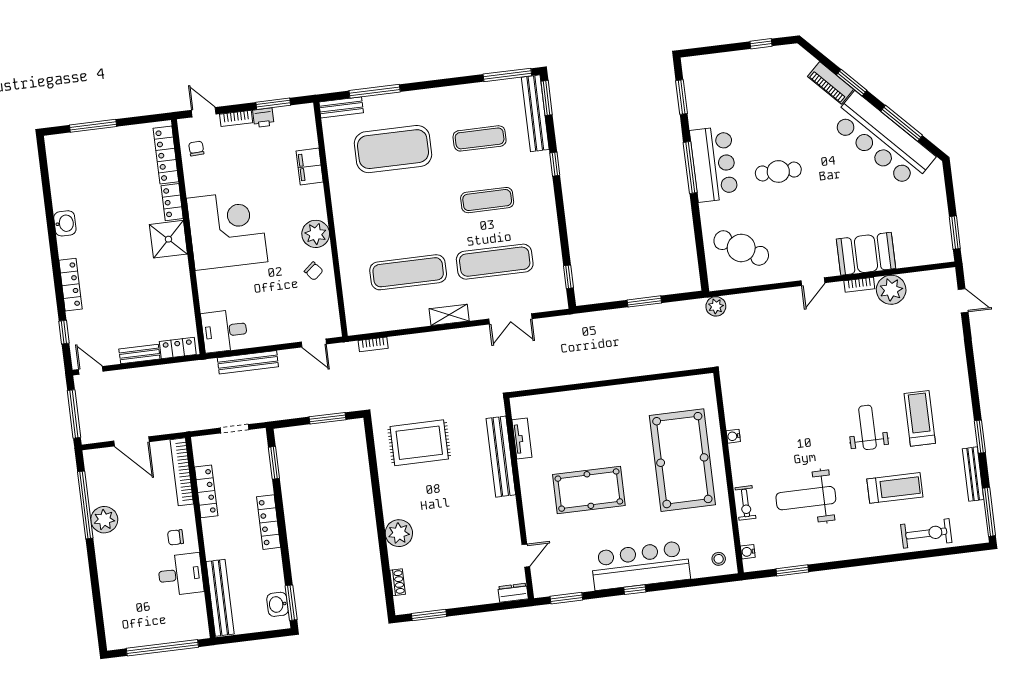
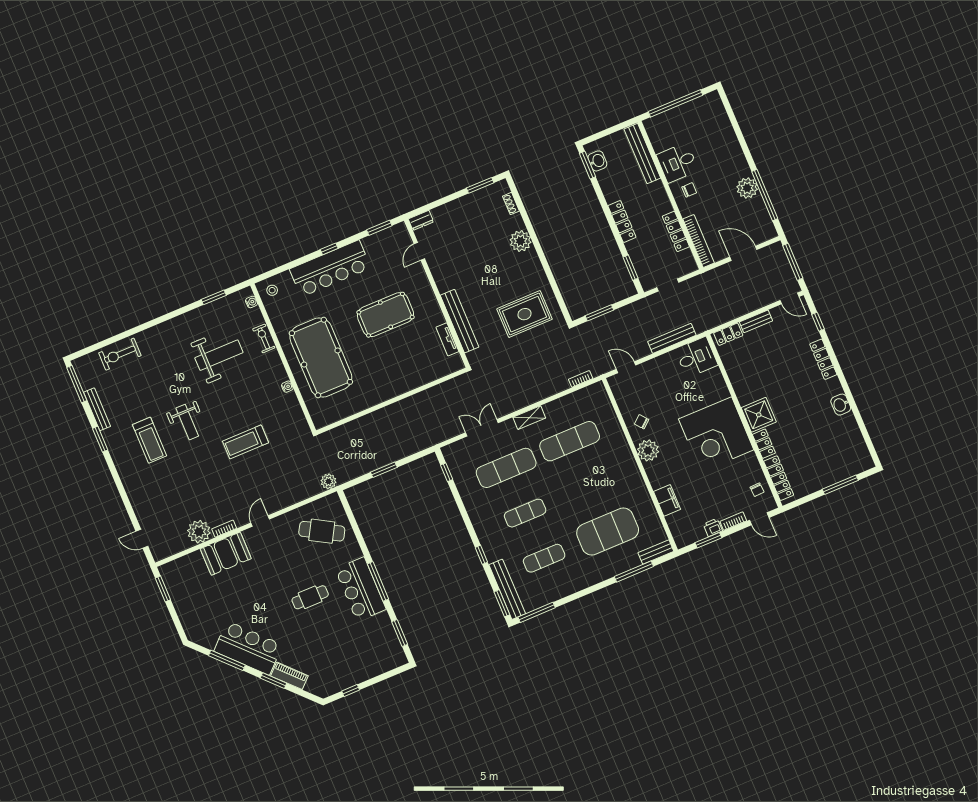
bar counter: (882, 140) -> (248, 648), width x0.73
treadmill: (895, 488) -> (245, 442), moved

